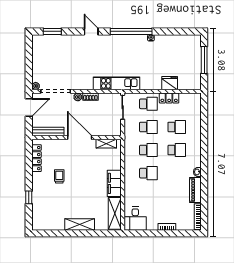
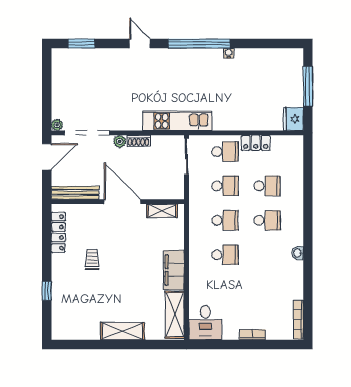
fridge: (170, 83) -> (293, 119), moved, turned -90
piano: (195, 190) -> (295, 280), removed

